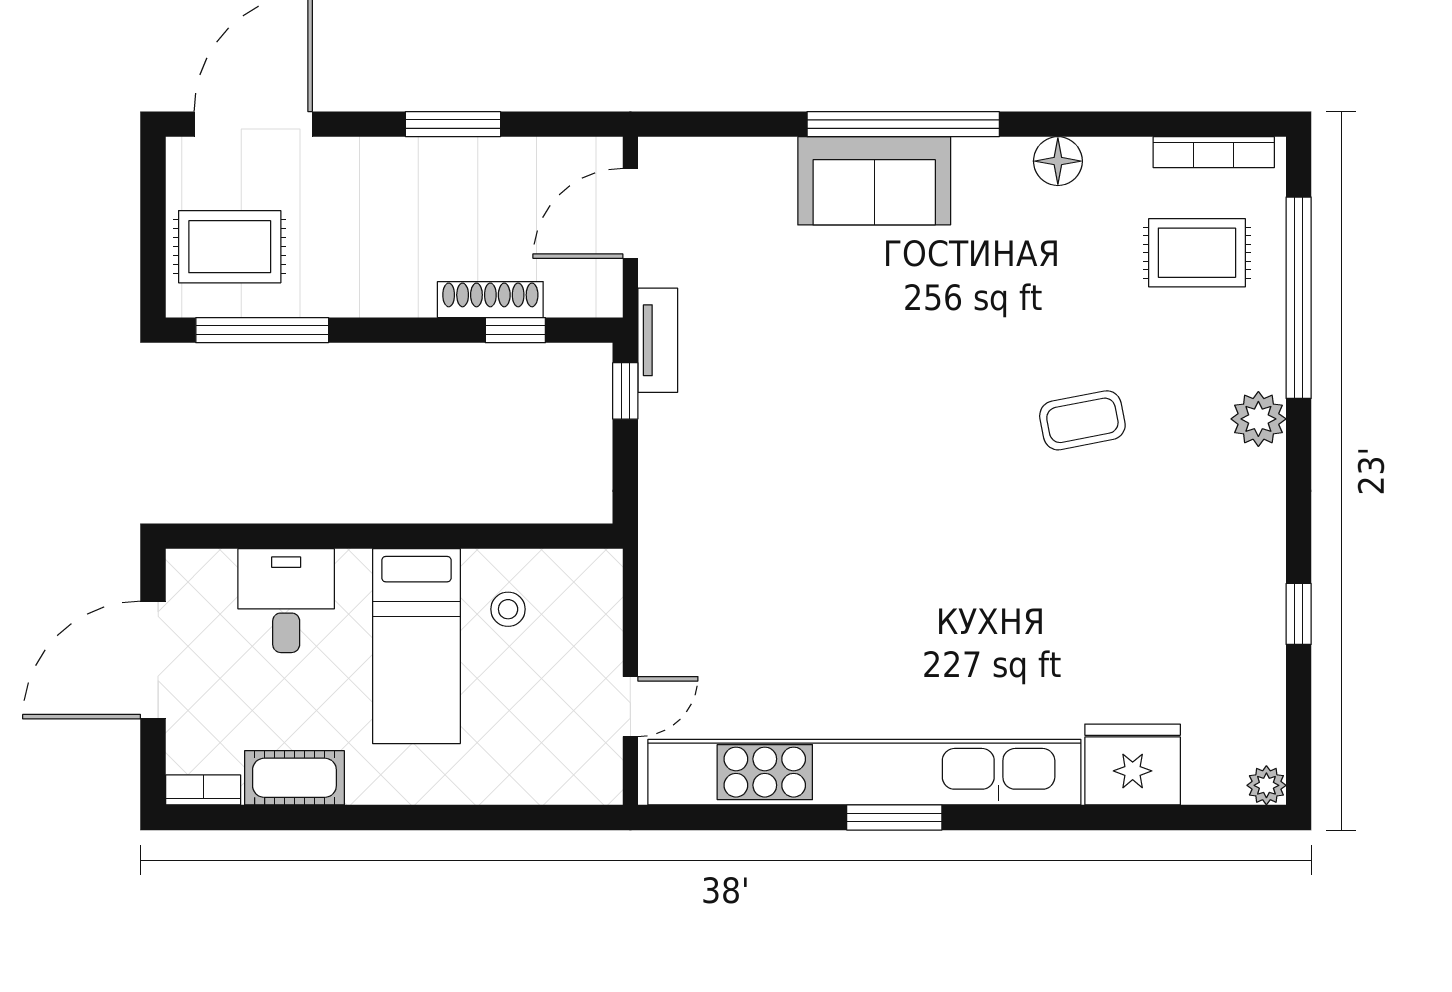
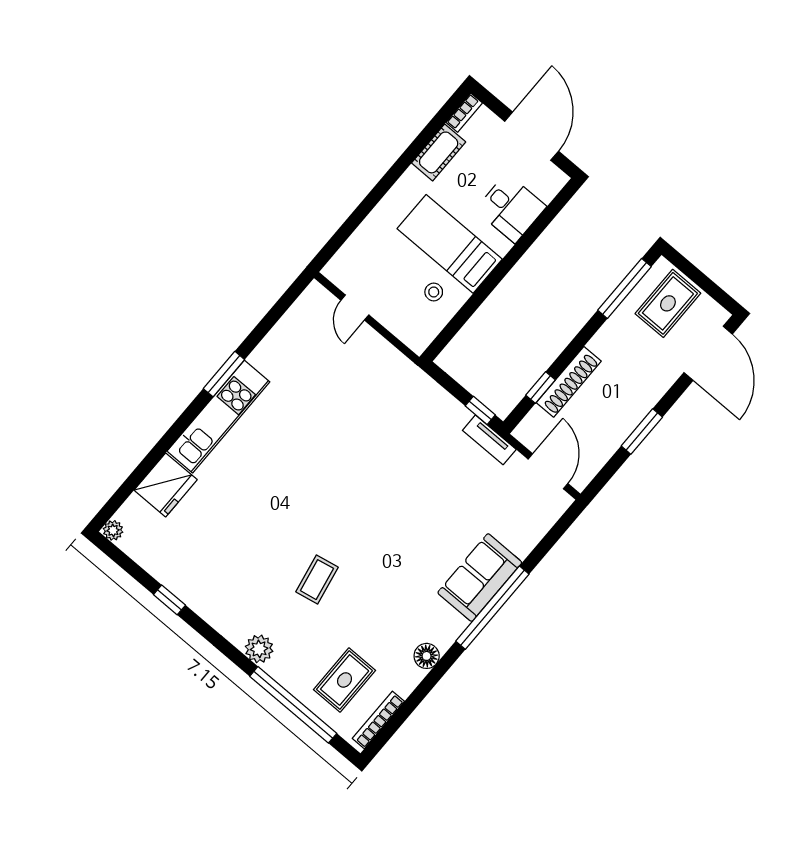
shoe rack: (490, 300) -> (569, 382), width x1.36, depth x1.24
kitchen unit: (864, 772) -> (218, 417), width x0.54

